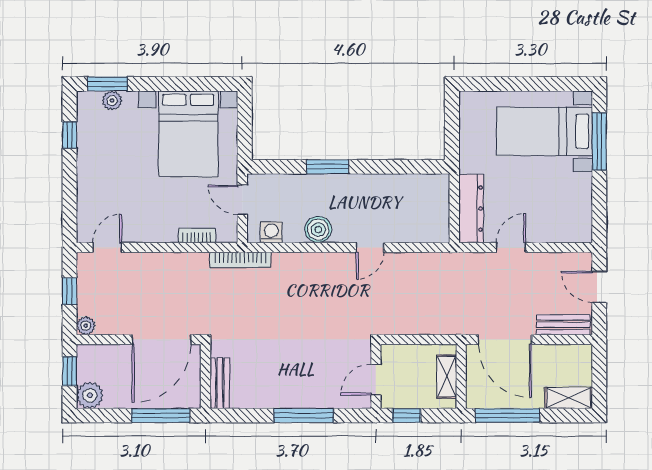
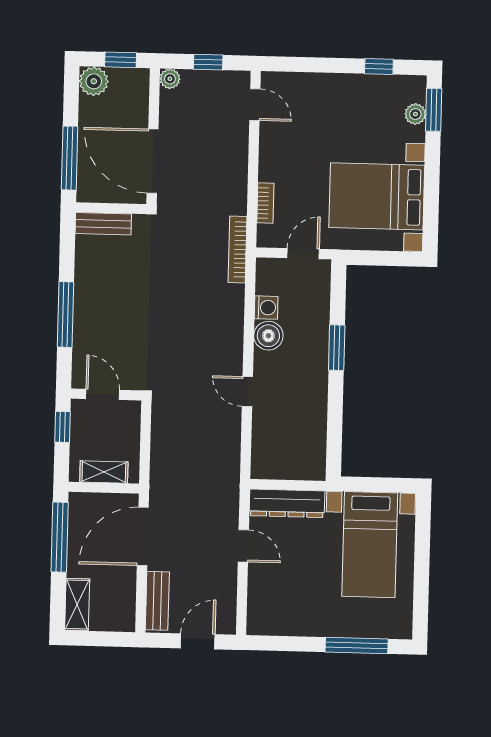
bed with nightstands: (544, 131) -> (370, 545), moved, turned 180
washing machine: (271, 232) -> (266, 308), moved

